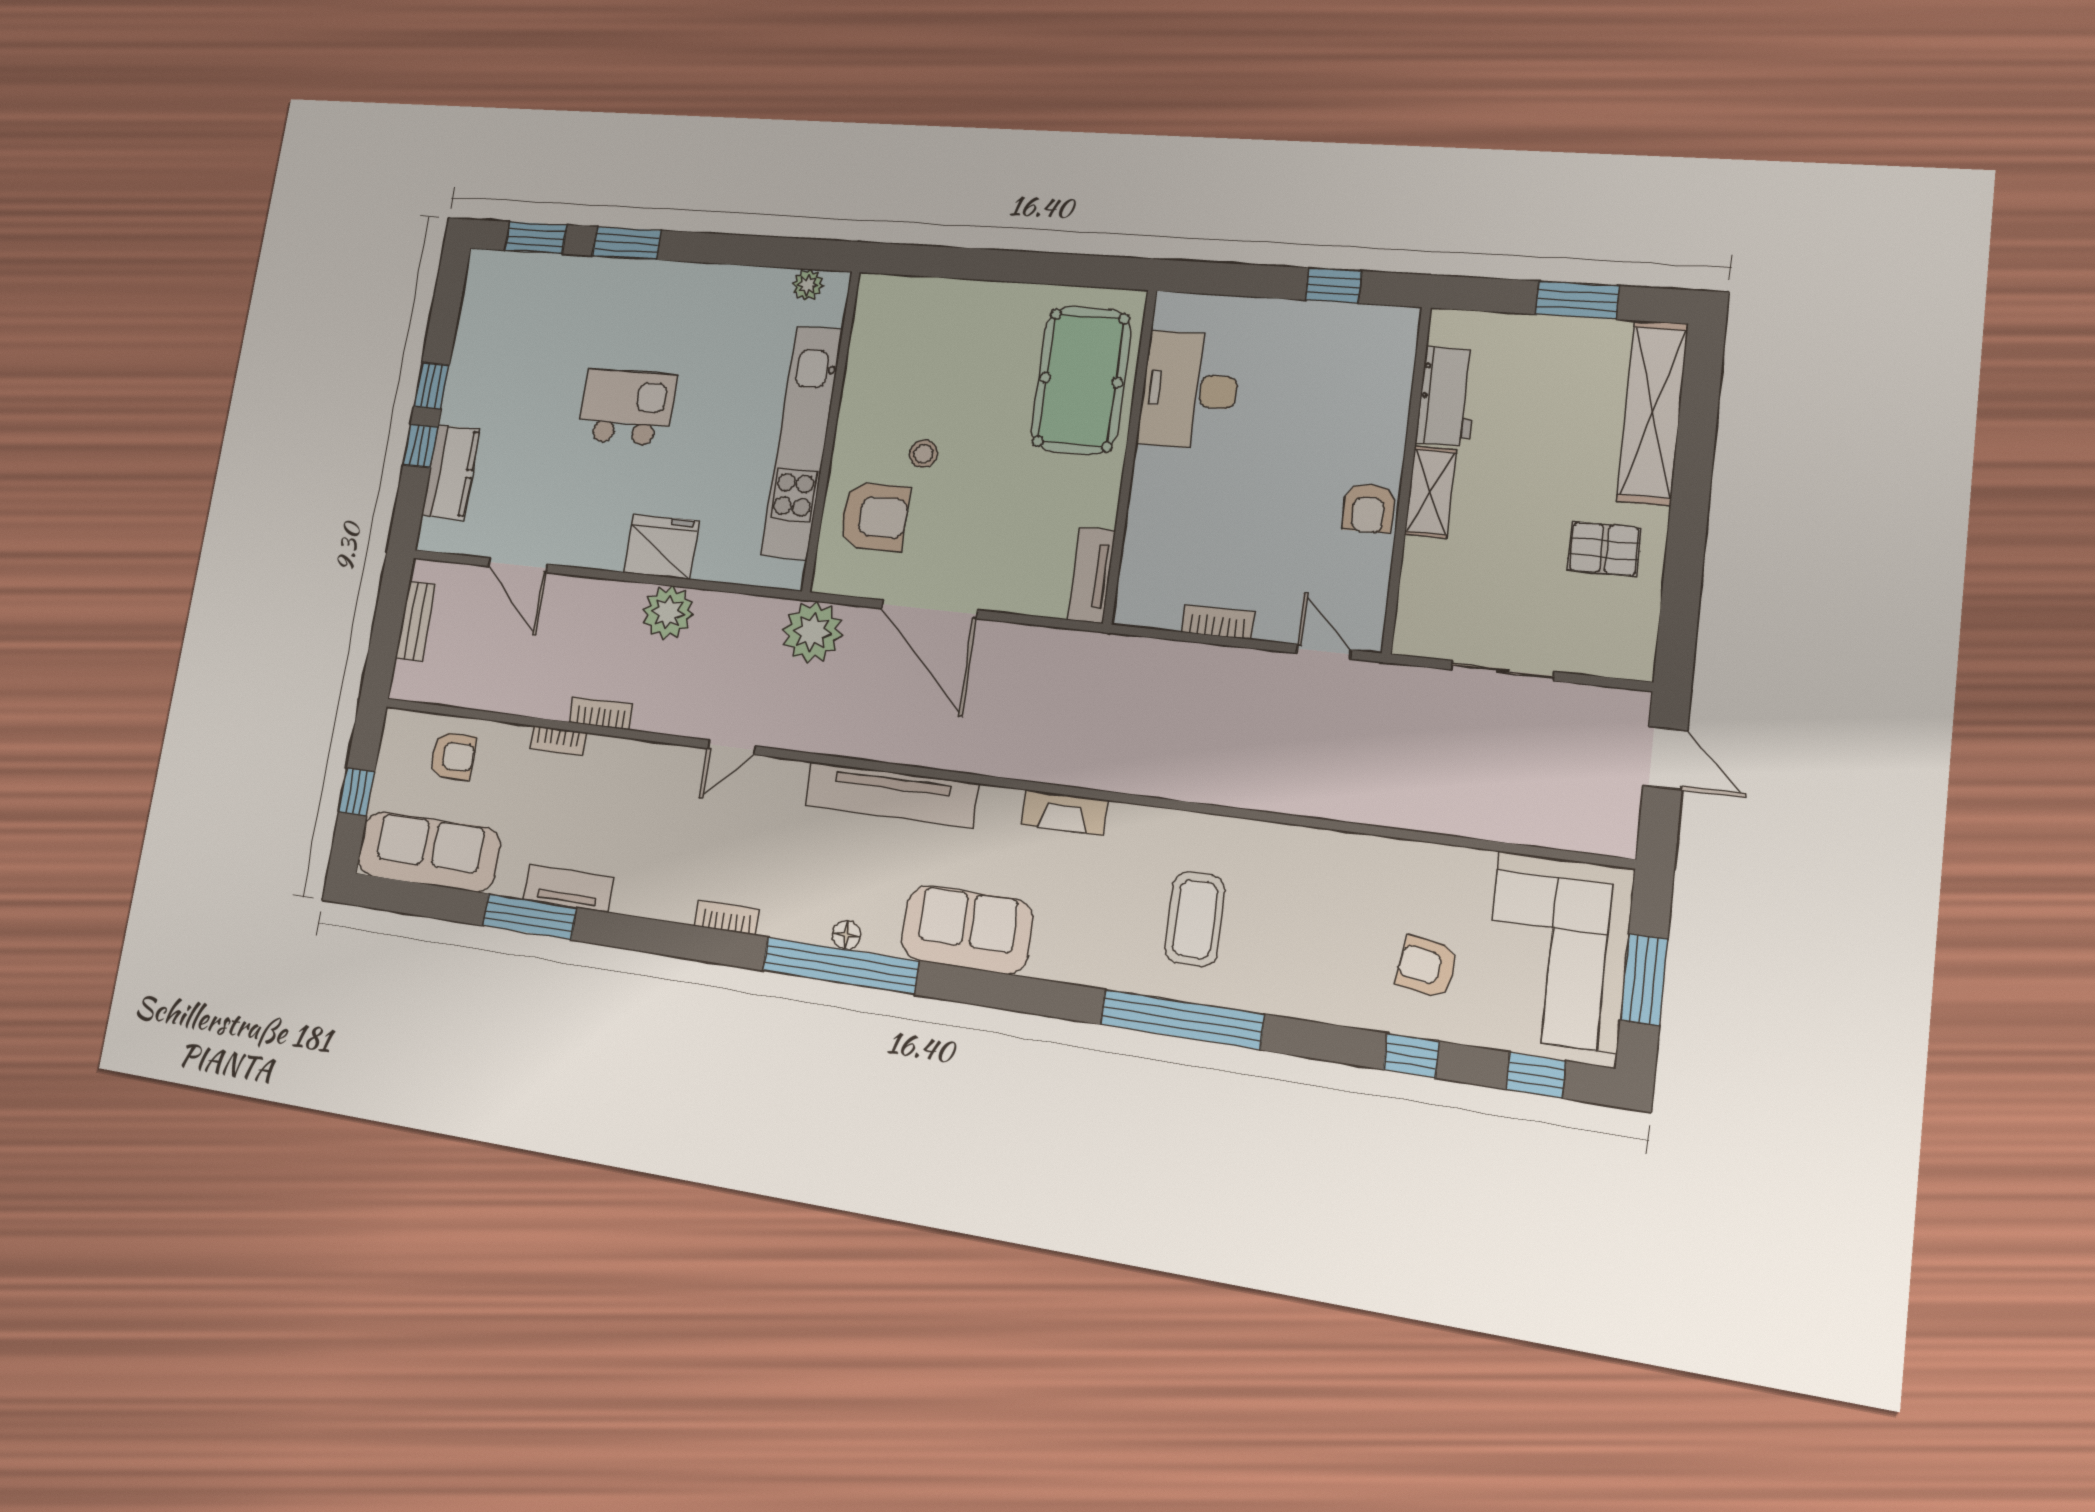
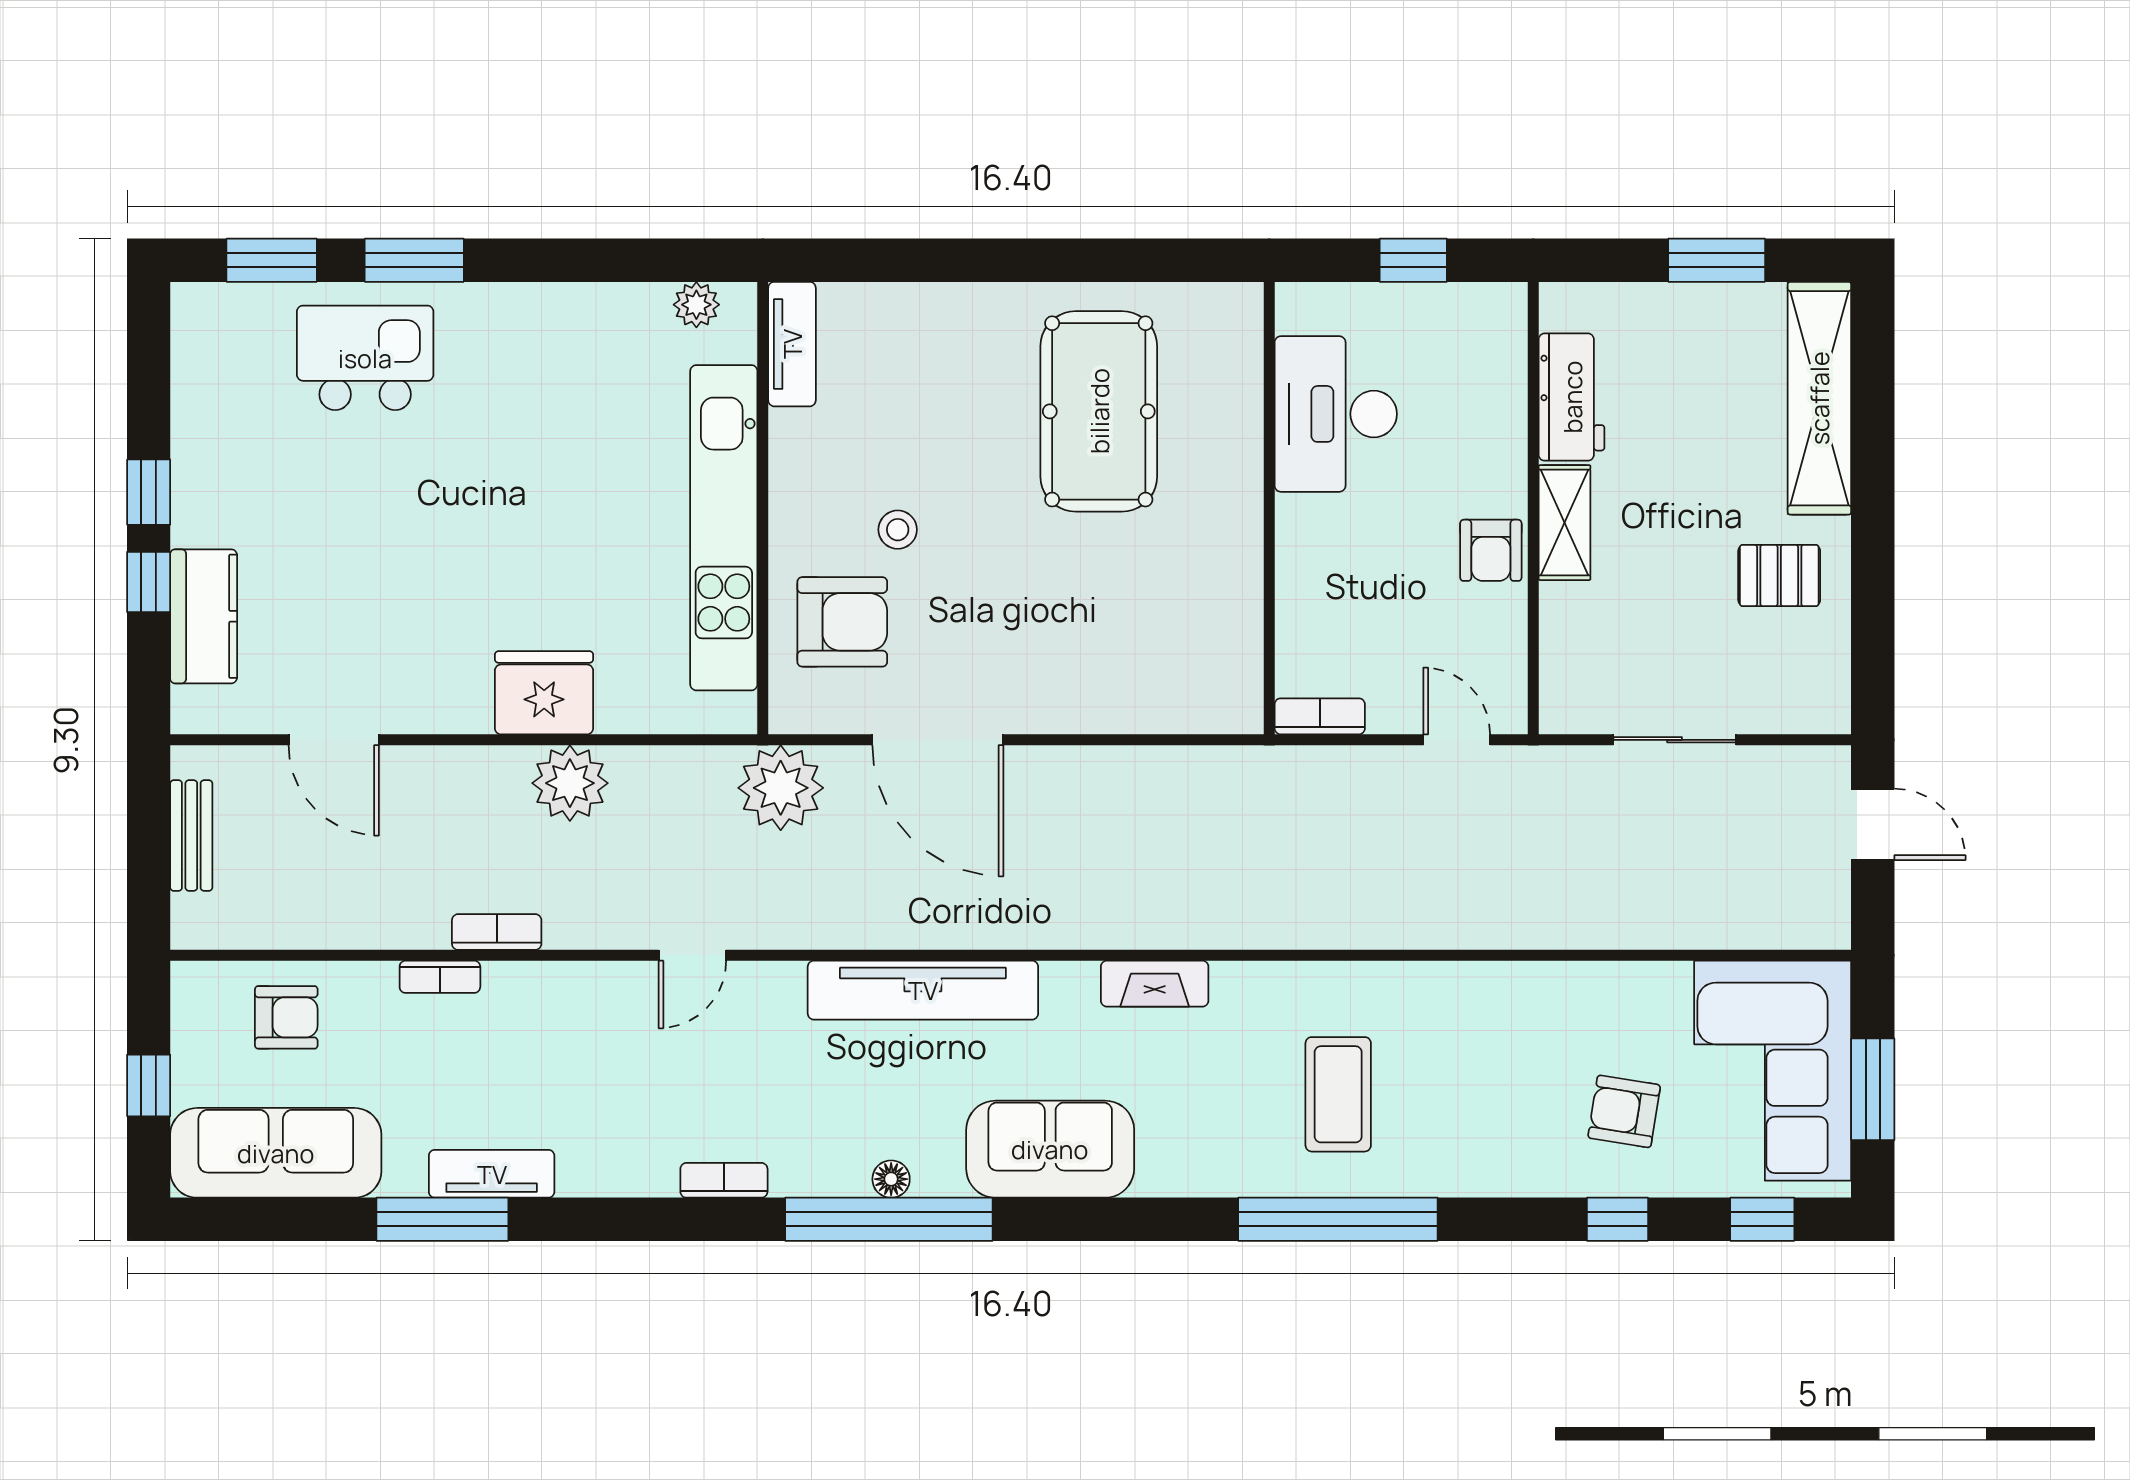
desk: (1189, 390) -> (1336, 414), moved
kitchen island: (627, 407) -> (365, 358), moved
wall: (1130, 455) -> (1269, 508), moved
tv unit: (1092, 575) -> (792, 344), moved, turned 180

